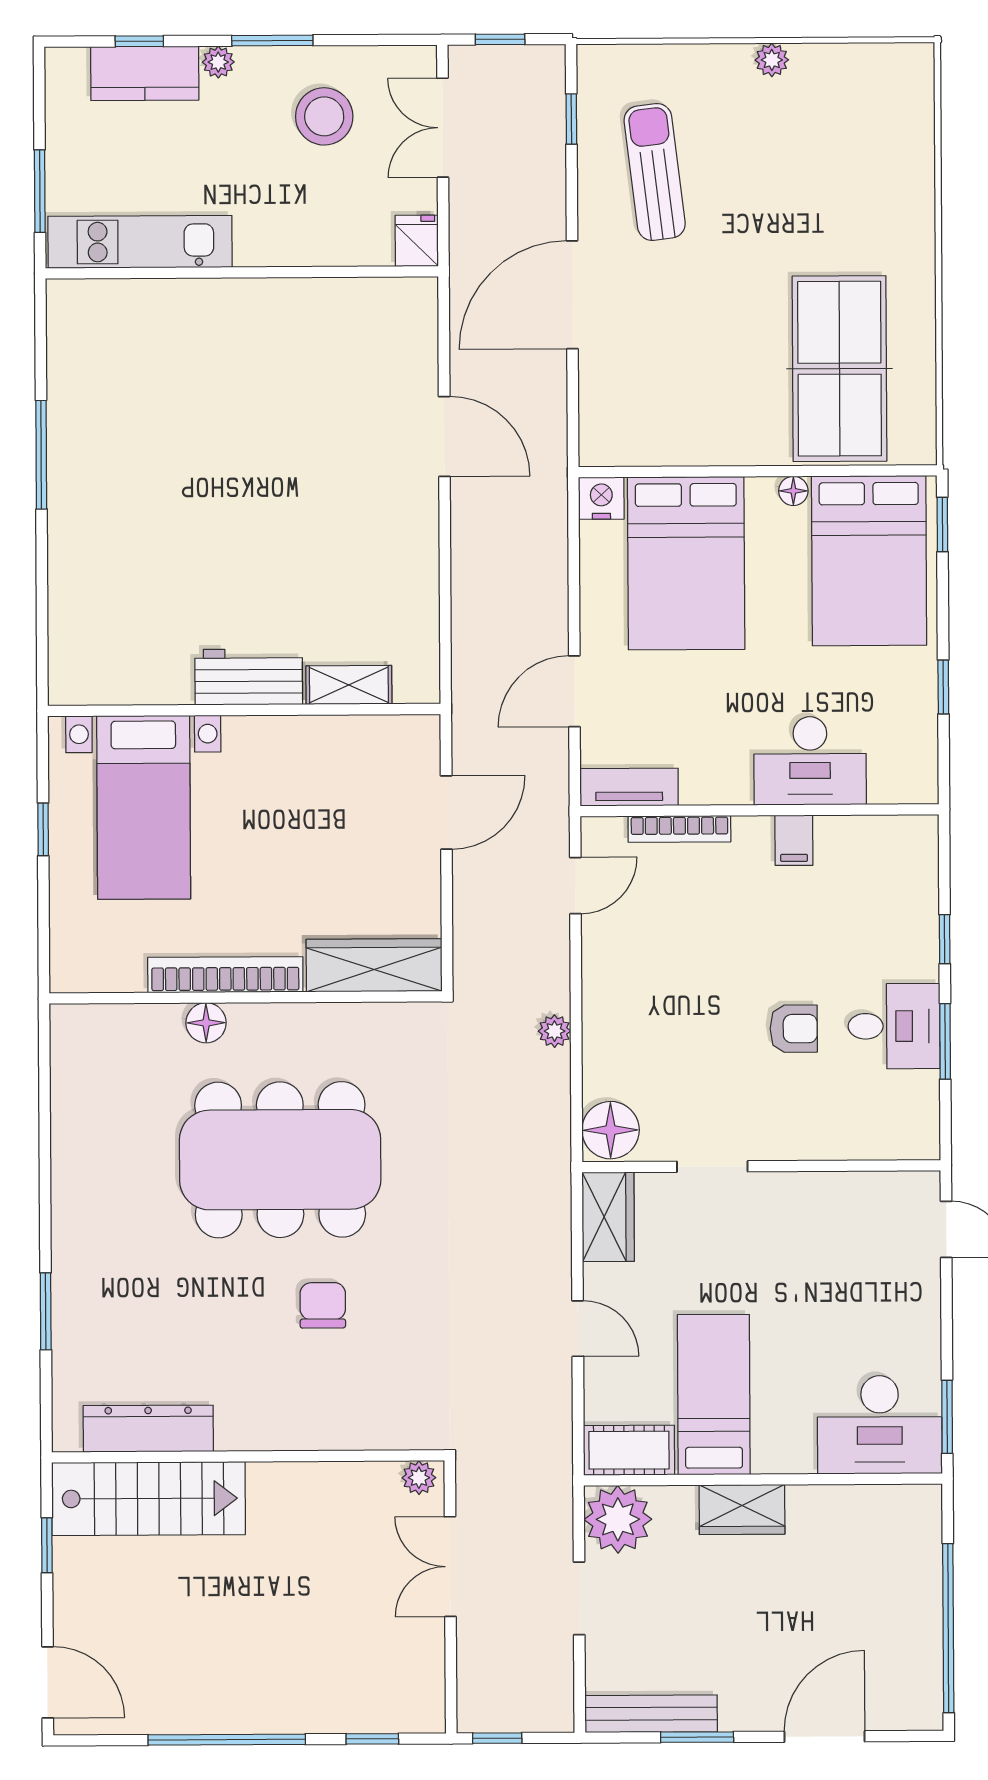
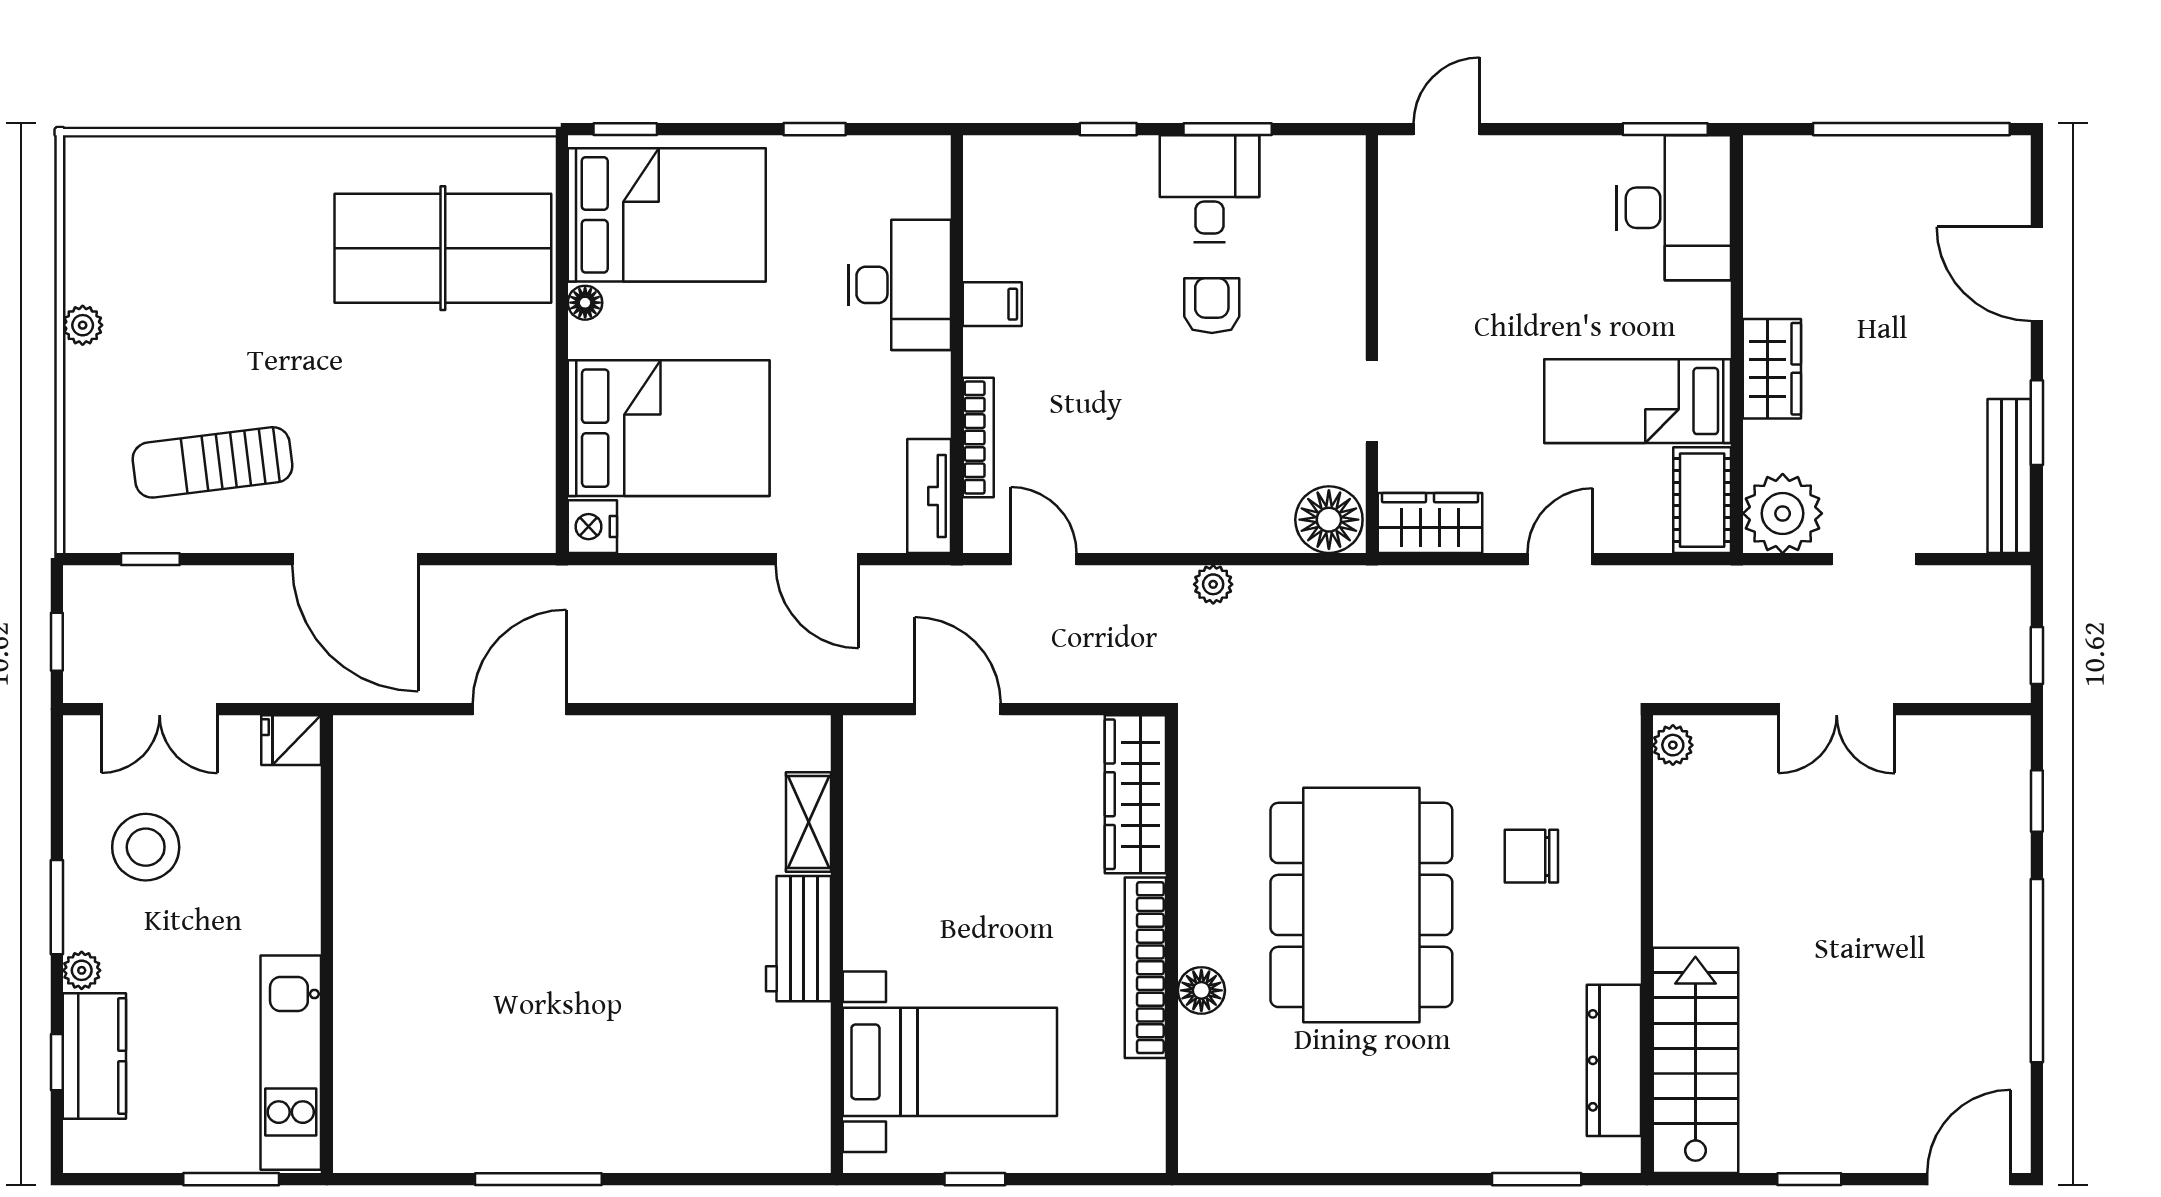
dresser: (148, 1429) -> (1614, 1060), moved
wall: (248, 1456) -> (1647, 944), moved
plant: (419, 1478) -> (1673, 745), moved
stairs: (149, 1499) -> (1695, 1060), moved

